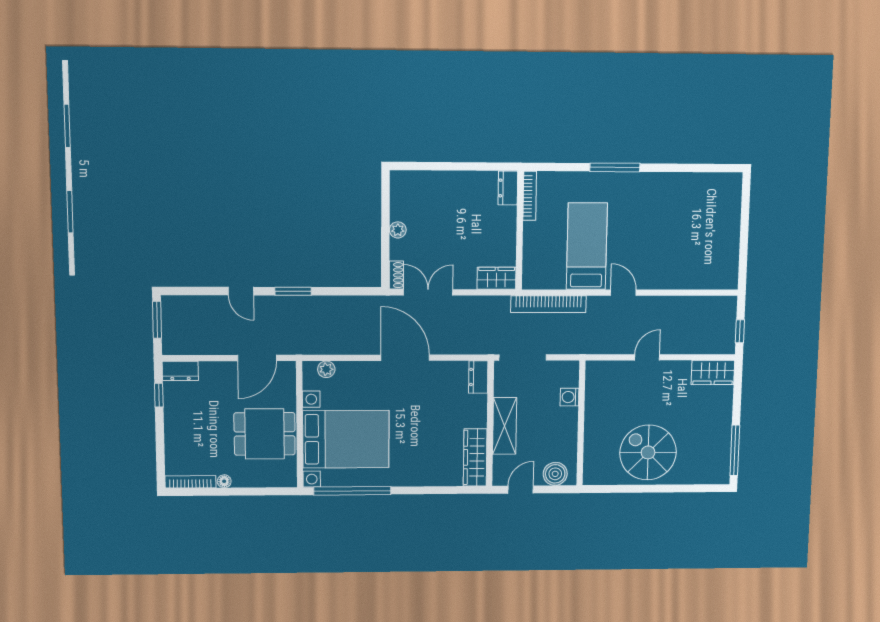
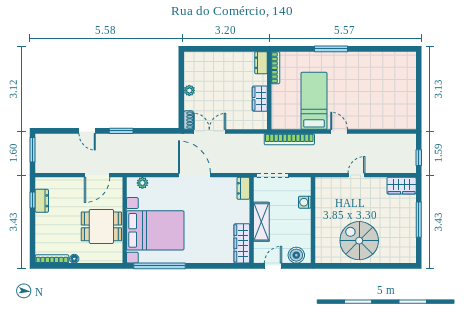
wardrobe: (497, 278) -> (260, 99), moved, turned -90
dresser: (180, 371) -> (42, 201), moved, turned -90
window: (735, 450) -> (419, 220), moved

